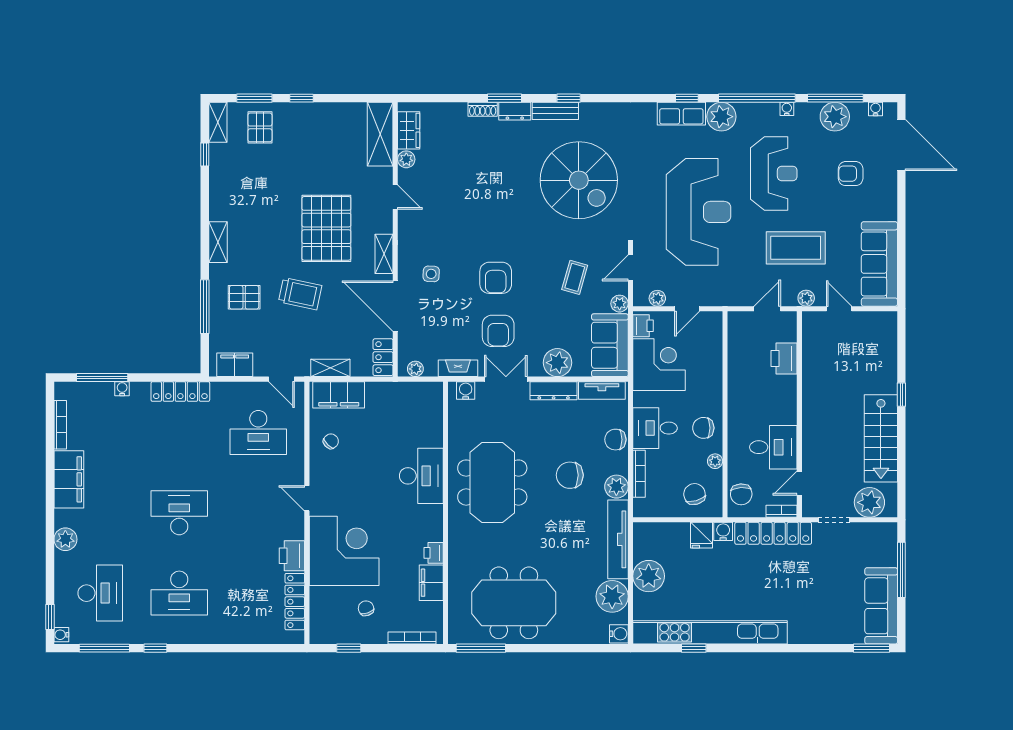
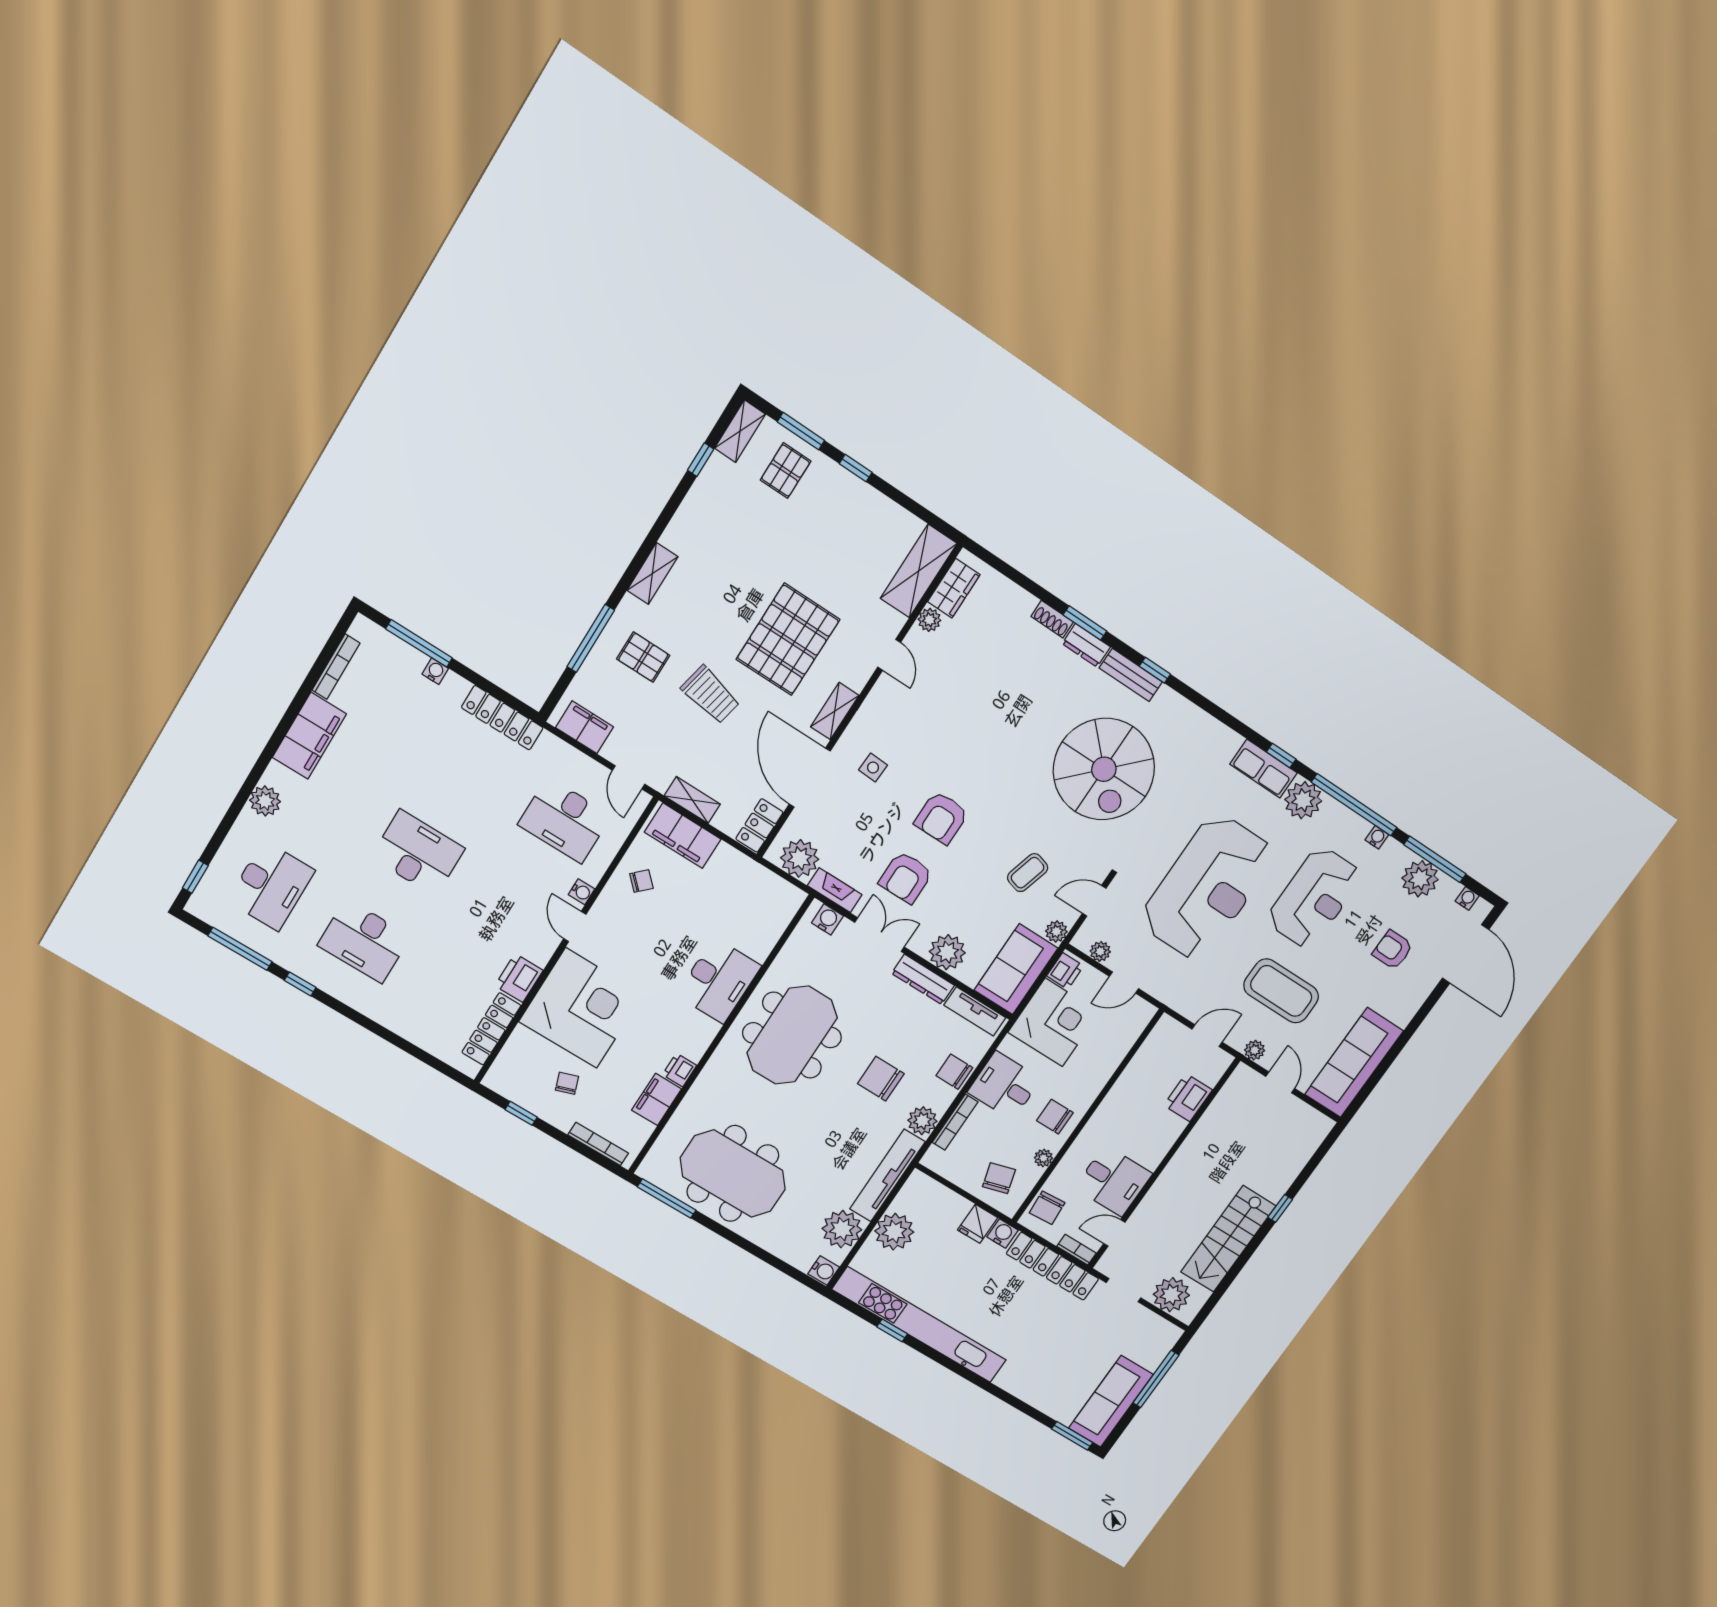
plant: (415, 369) -> (800, 858), width x1.88, depth x1.88
water cooler: (61, 635) -> (582, 892), moved, turned 180

